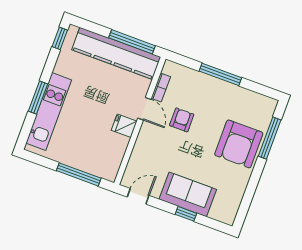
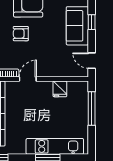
armchair: (182, 120) -> (21, 34), moved
fridge: (124, 126) -> (60, 89), moved

